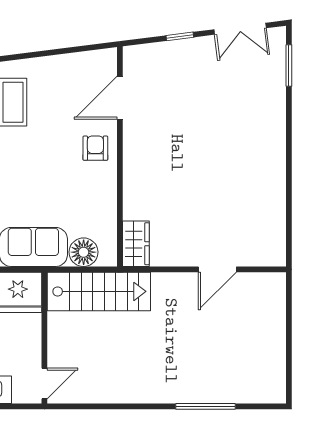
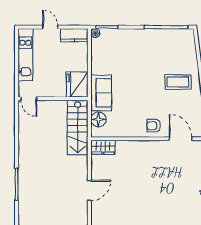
armchair: (95, 148) -> (154, 126), turned 180
door: (217, 269) -> (89, 190), swing flipped

